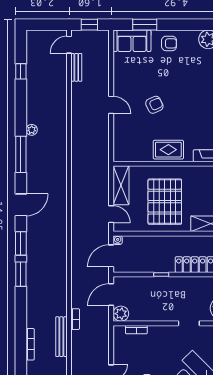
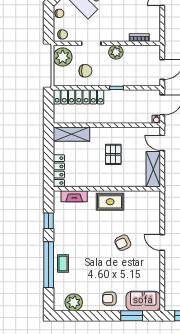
pallet: (165, 202) -> (113, 154), width x0.49, depth x0.50
chair: (195, 293) -> (85, 71), added
plant: (121, 314) -> (116, 52), moved

